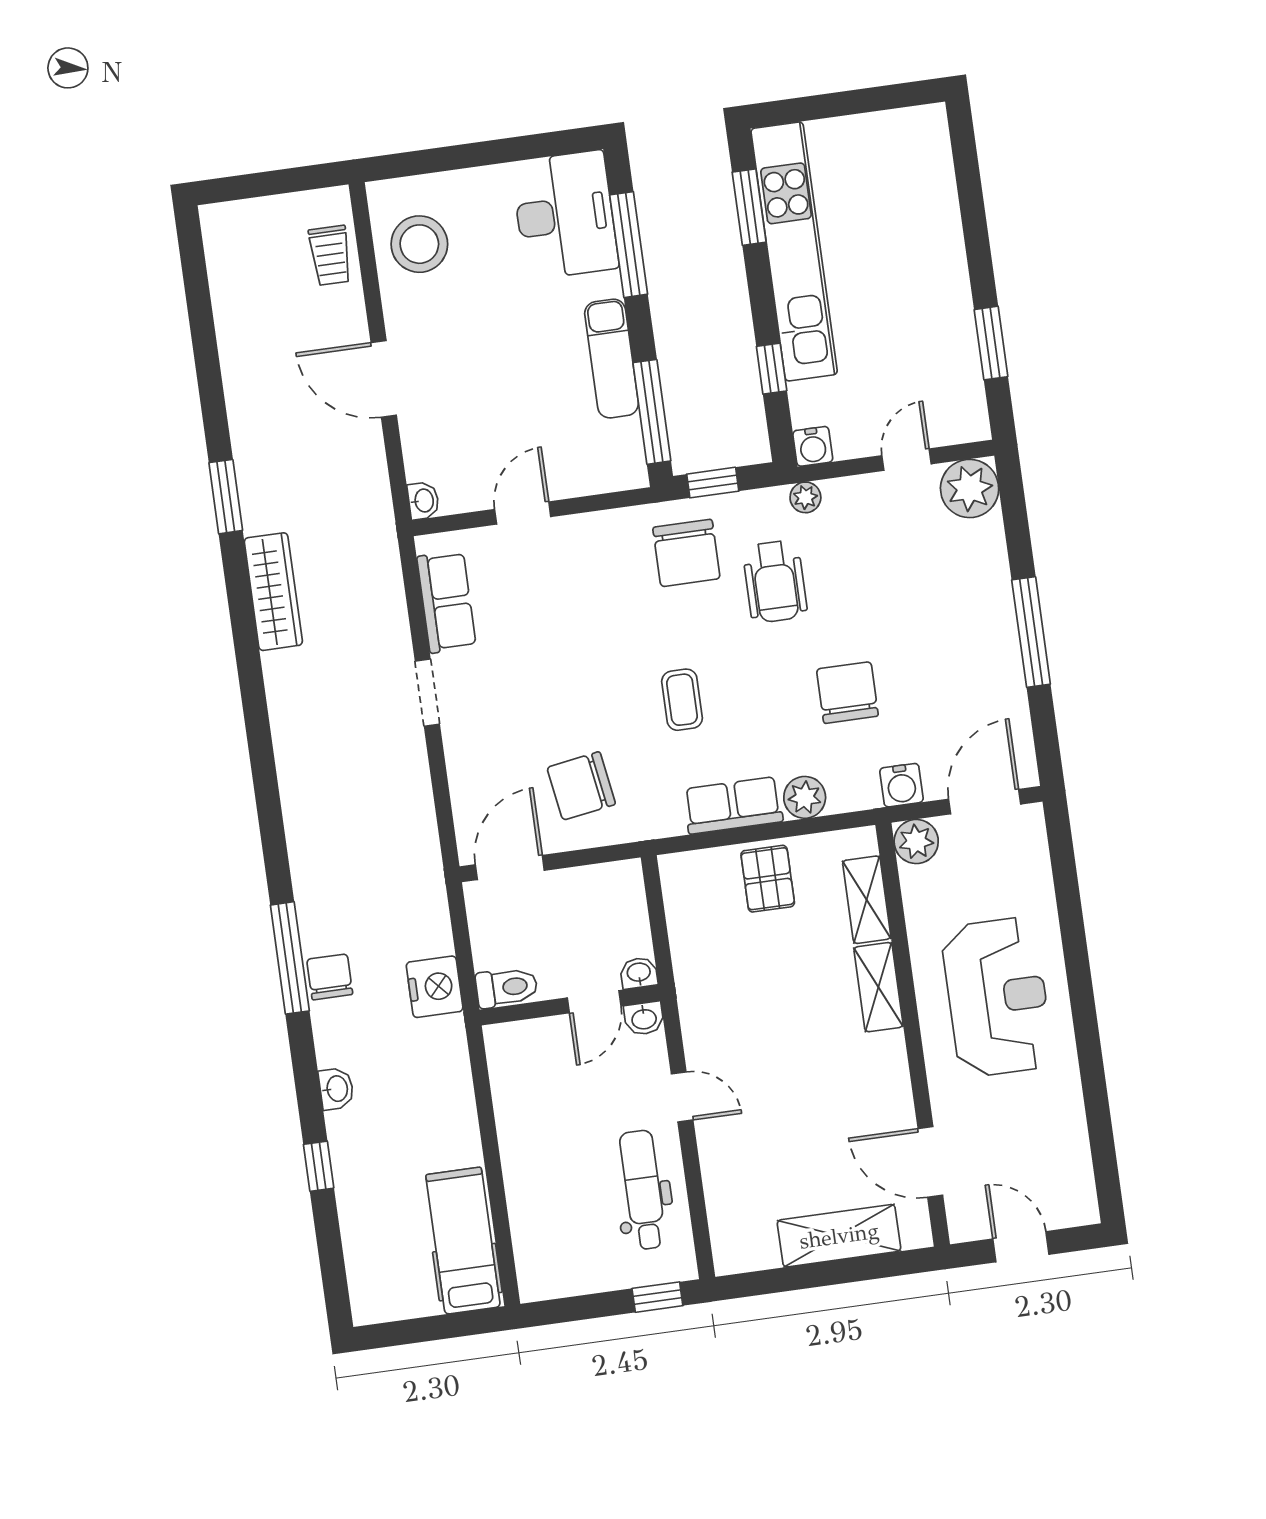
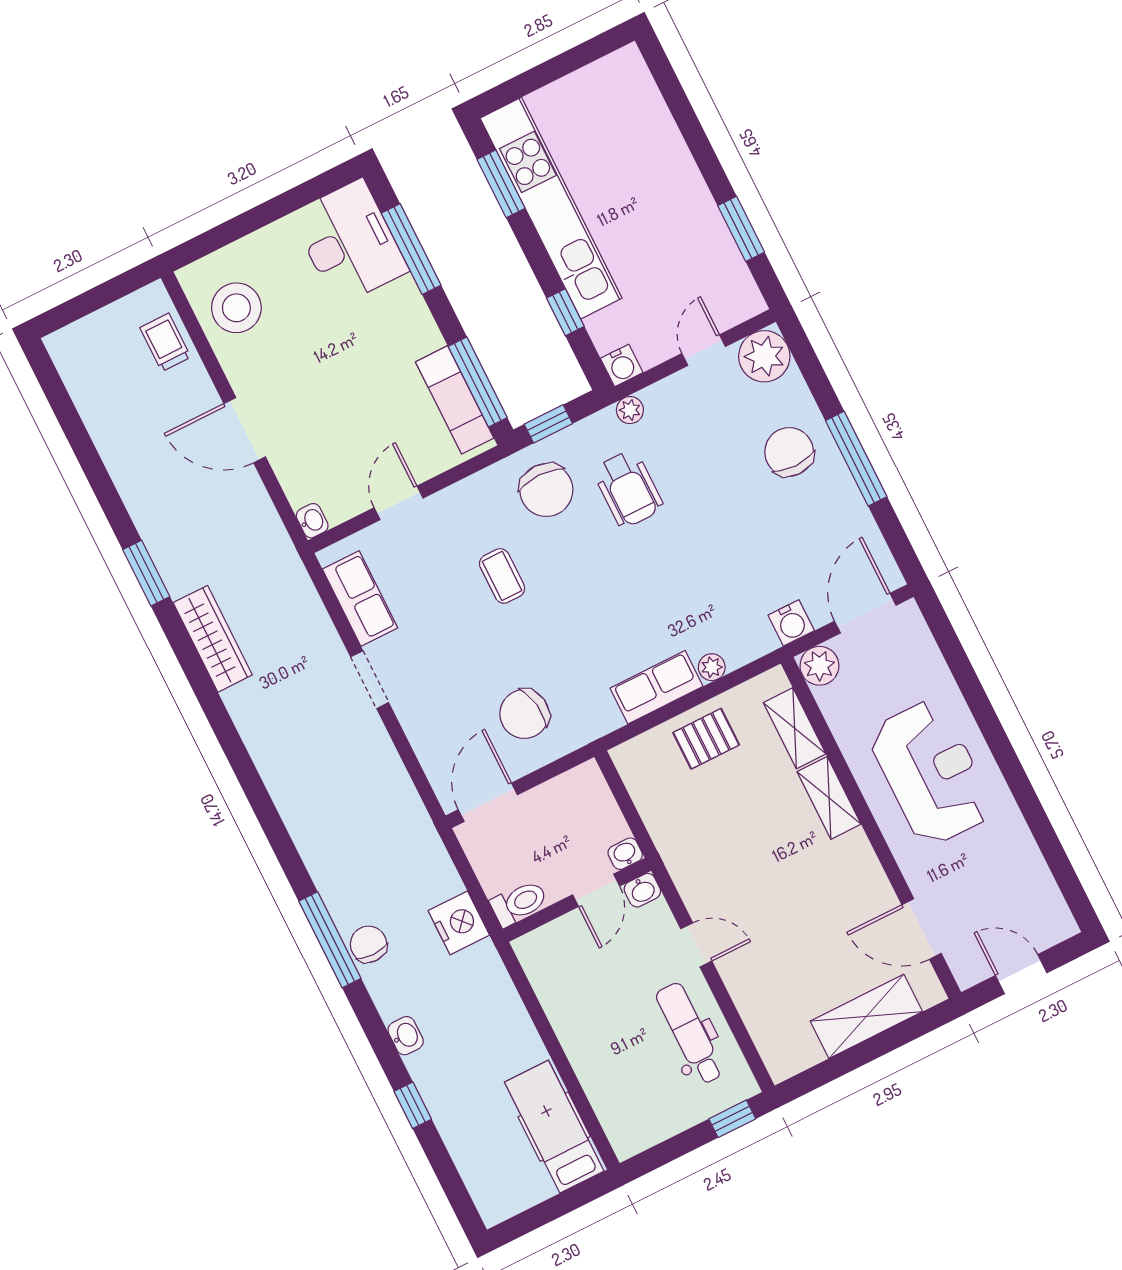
trolley: (330, 255) -> (165, 342), turned 180
exam couch: (612, 359) -> (455, 400), moved
chair: (847, 693) -> (789, 452), moved
coffee table: (682, 700) -> (502, 576), moved
plant: (805, 797) -> (712, 667), width x0.73, depth x0.73
pallet: (768, 879) -> (706, 739), turned 90

